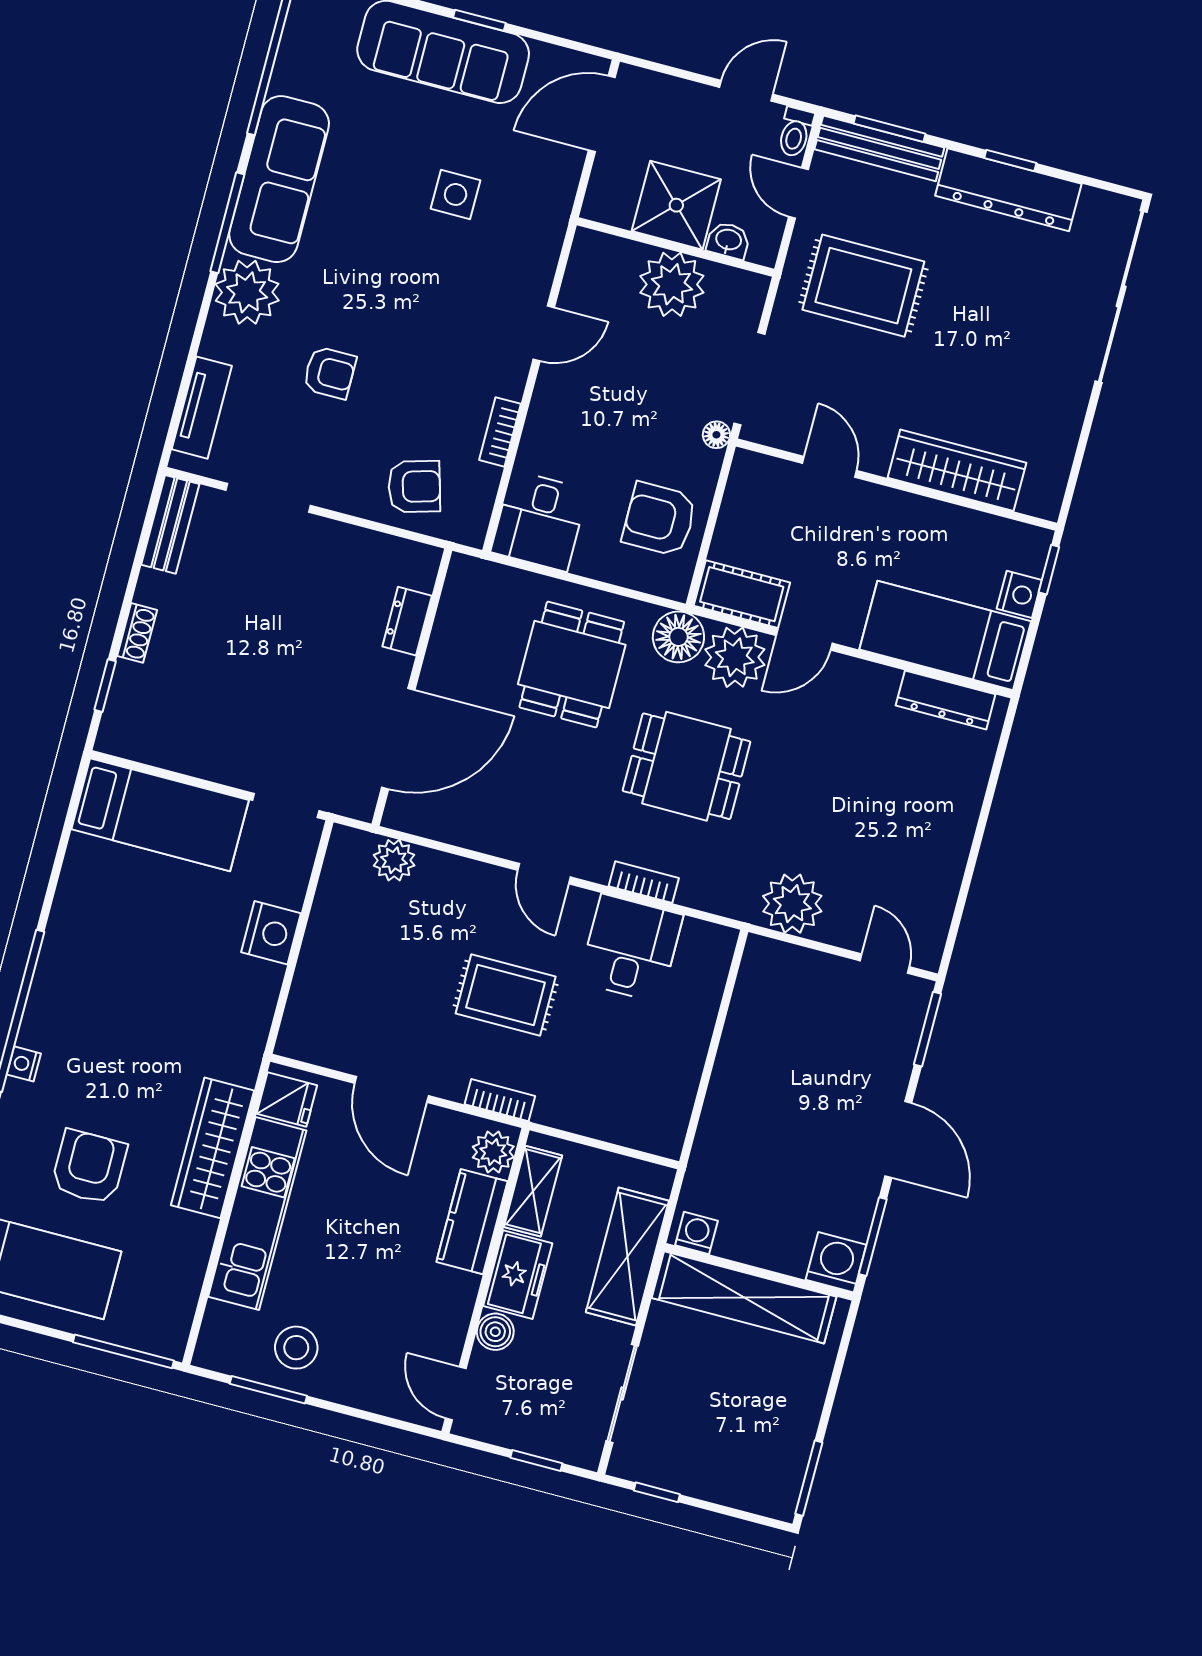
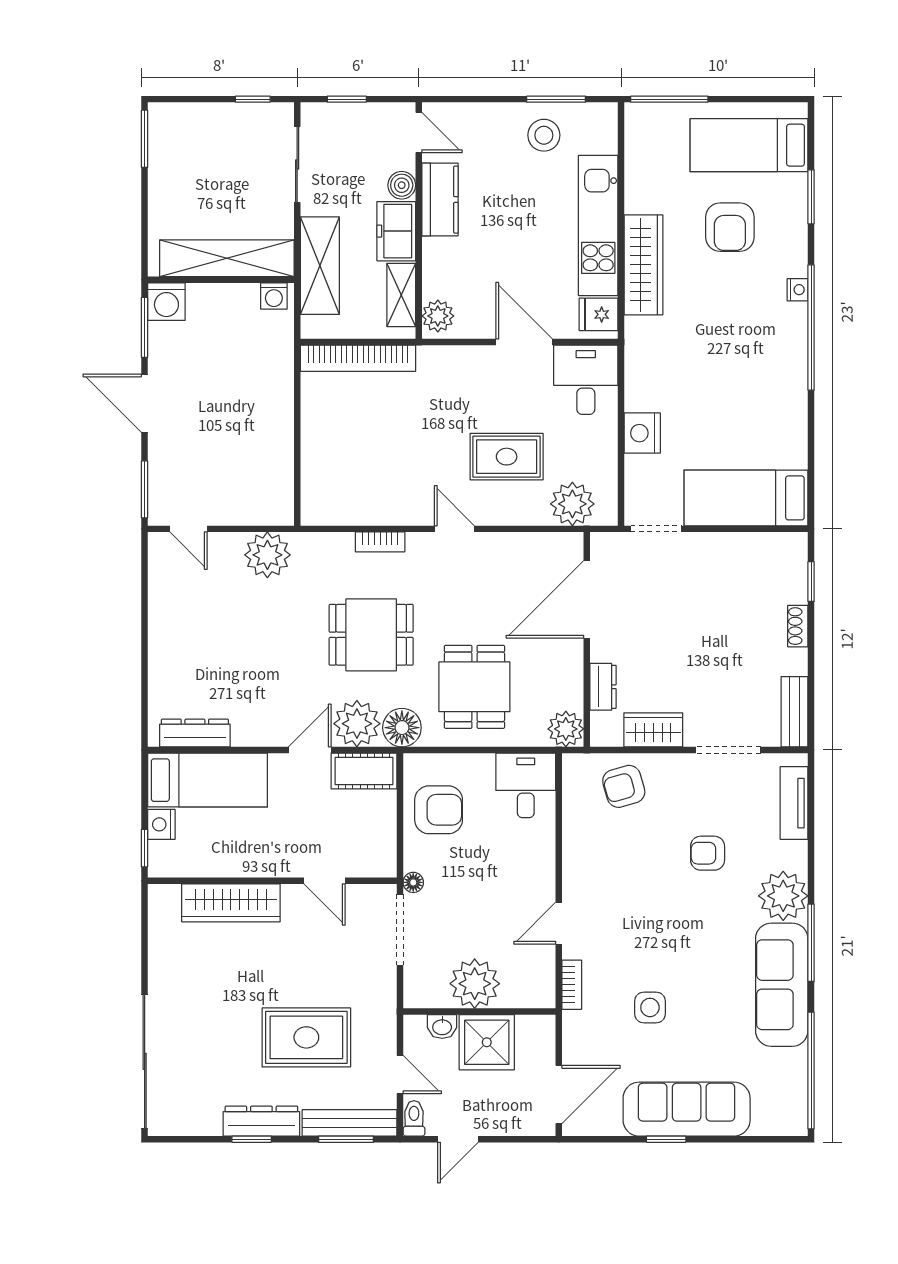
dresser: (1008, 190) -> (261, 1121), width x0.73, depth x0.80
rug: (863, 286) -> (306, 1037), moved
bookcase: (500, 432) -> (572, 985), moved
wardrobe: (357, 549) -> (653, 730), added
plant: (469, 580) -> (566, 729), added
plant: (394, 860) -> (572, 504), width x1.36, depth x1.36
desk: (631, 948) -> (586, 380), moved, turned 180
rug: (506, 995) -> (507, 457), moved
bookcase: (500, 1100) -> (358, 358), moved, width x2.31, depth x1.31
kitchen counter: (472, 1222) -> (440, 200), moved

